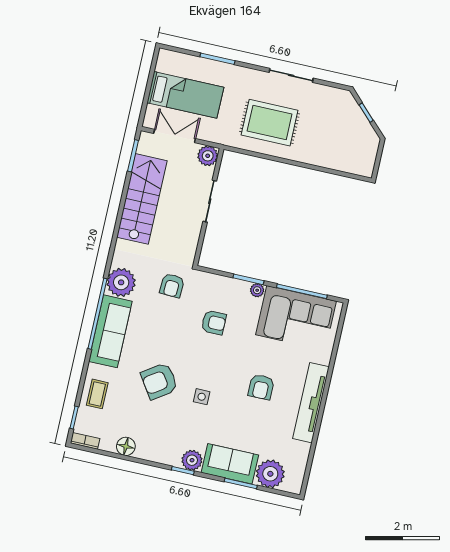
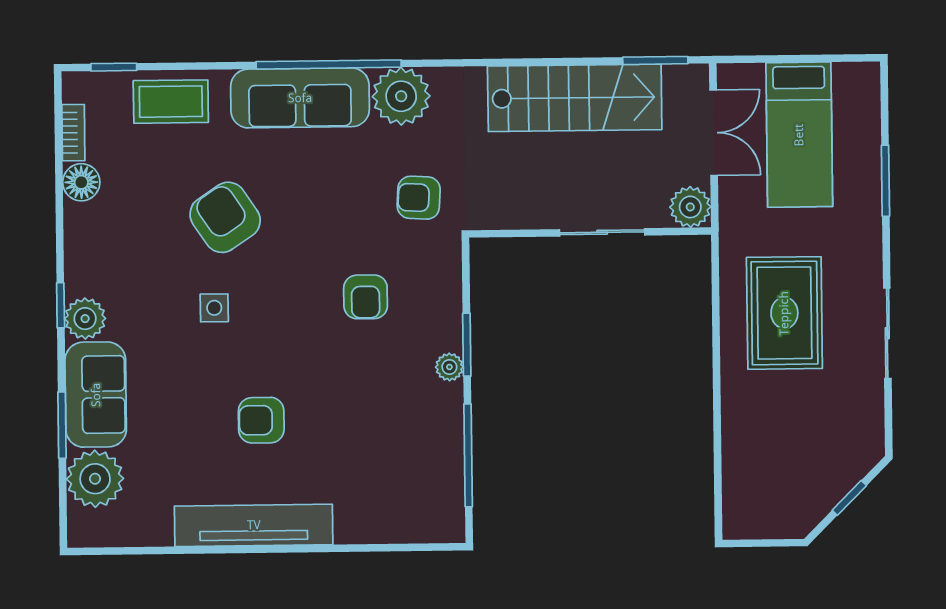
corner sofa: (296, 318) -> (413, 456), removed
coffee table: (97, 394) -> (171, 102), width x1.36, depth x1.30
bookcase: (85, 441) -> (73, 133), moved

